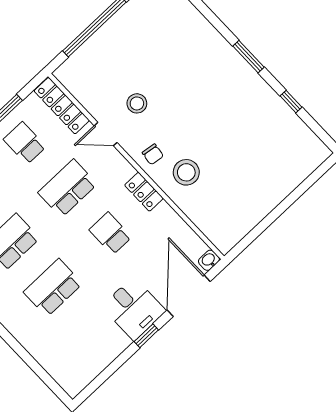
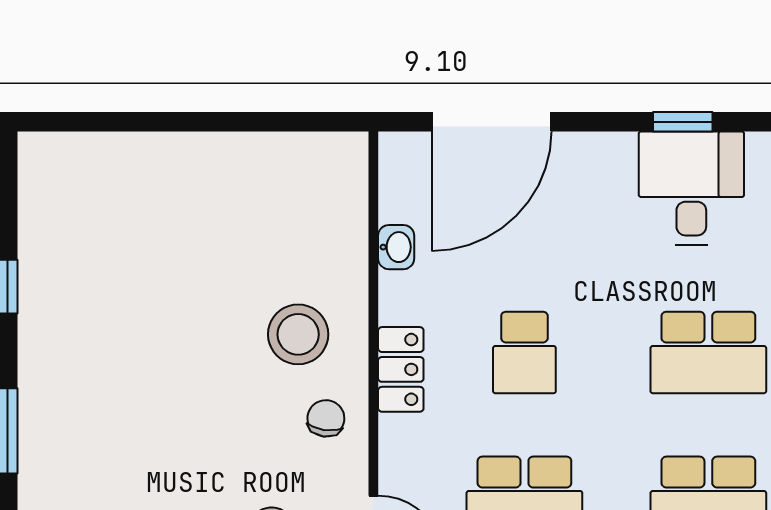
washbasin: (209, 260) -> (396, 247), moved, turned -90
desk: (134, 309) -> (691, 188), moved
window: (146, 336) -> (683, 122), moved

